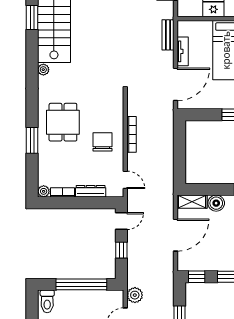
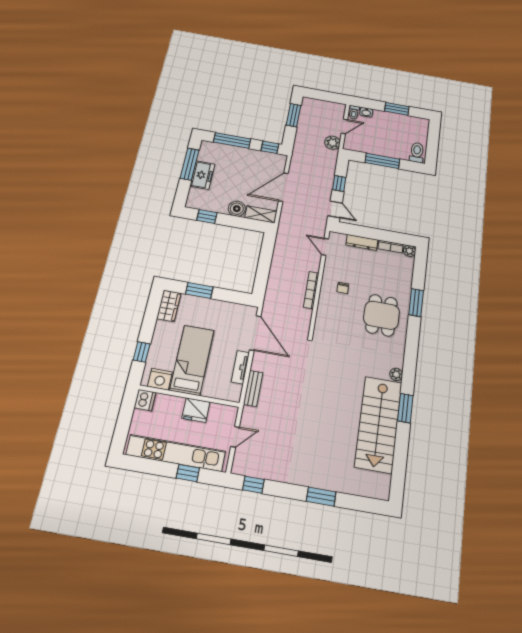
window: (32, 18) -> (405, 408), moved
door: (176, 84) -> (255, 333), swing flipped
chair: (102, 142) -> (343, 288), width x0.54, depth x0.54
door: (121, 221) -> (335, 209), swing flipped
window: (81, 284) -> (382, 161), width x0.68

